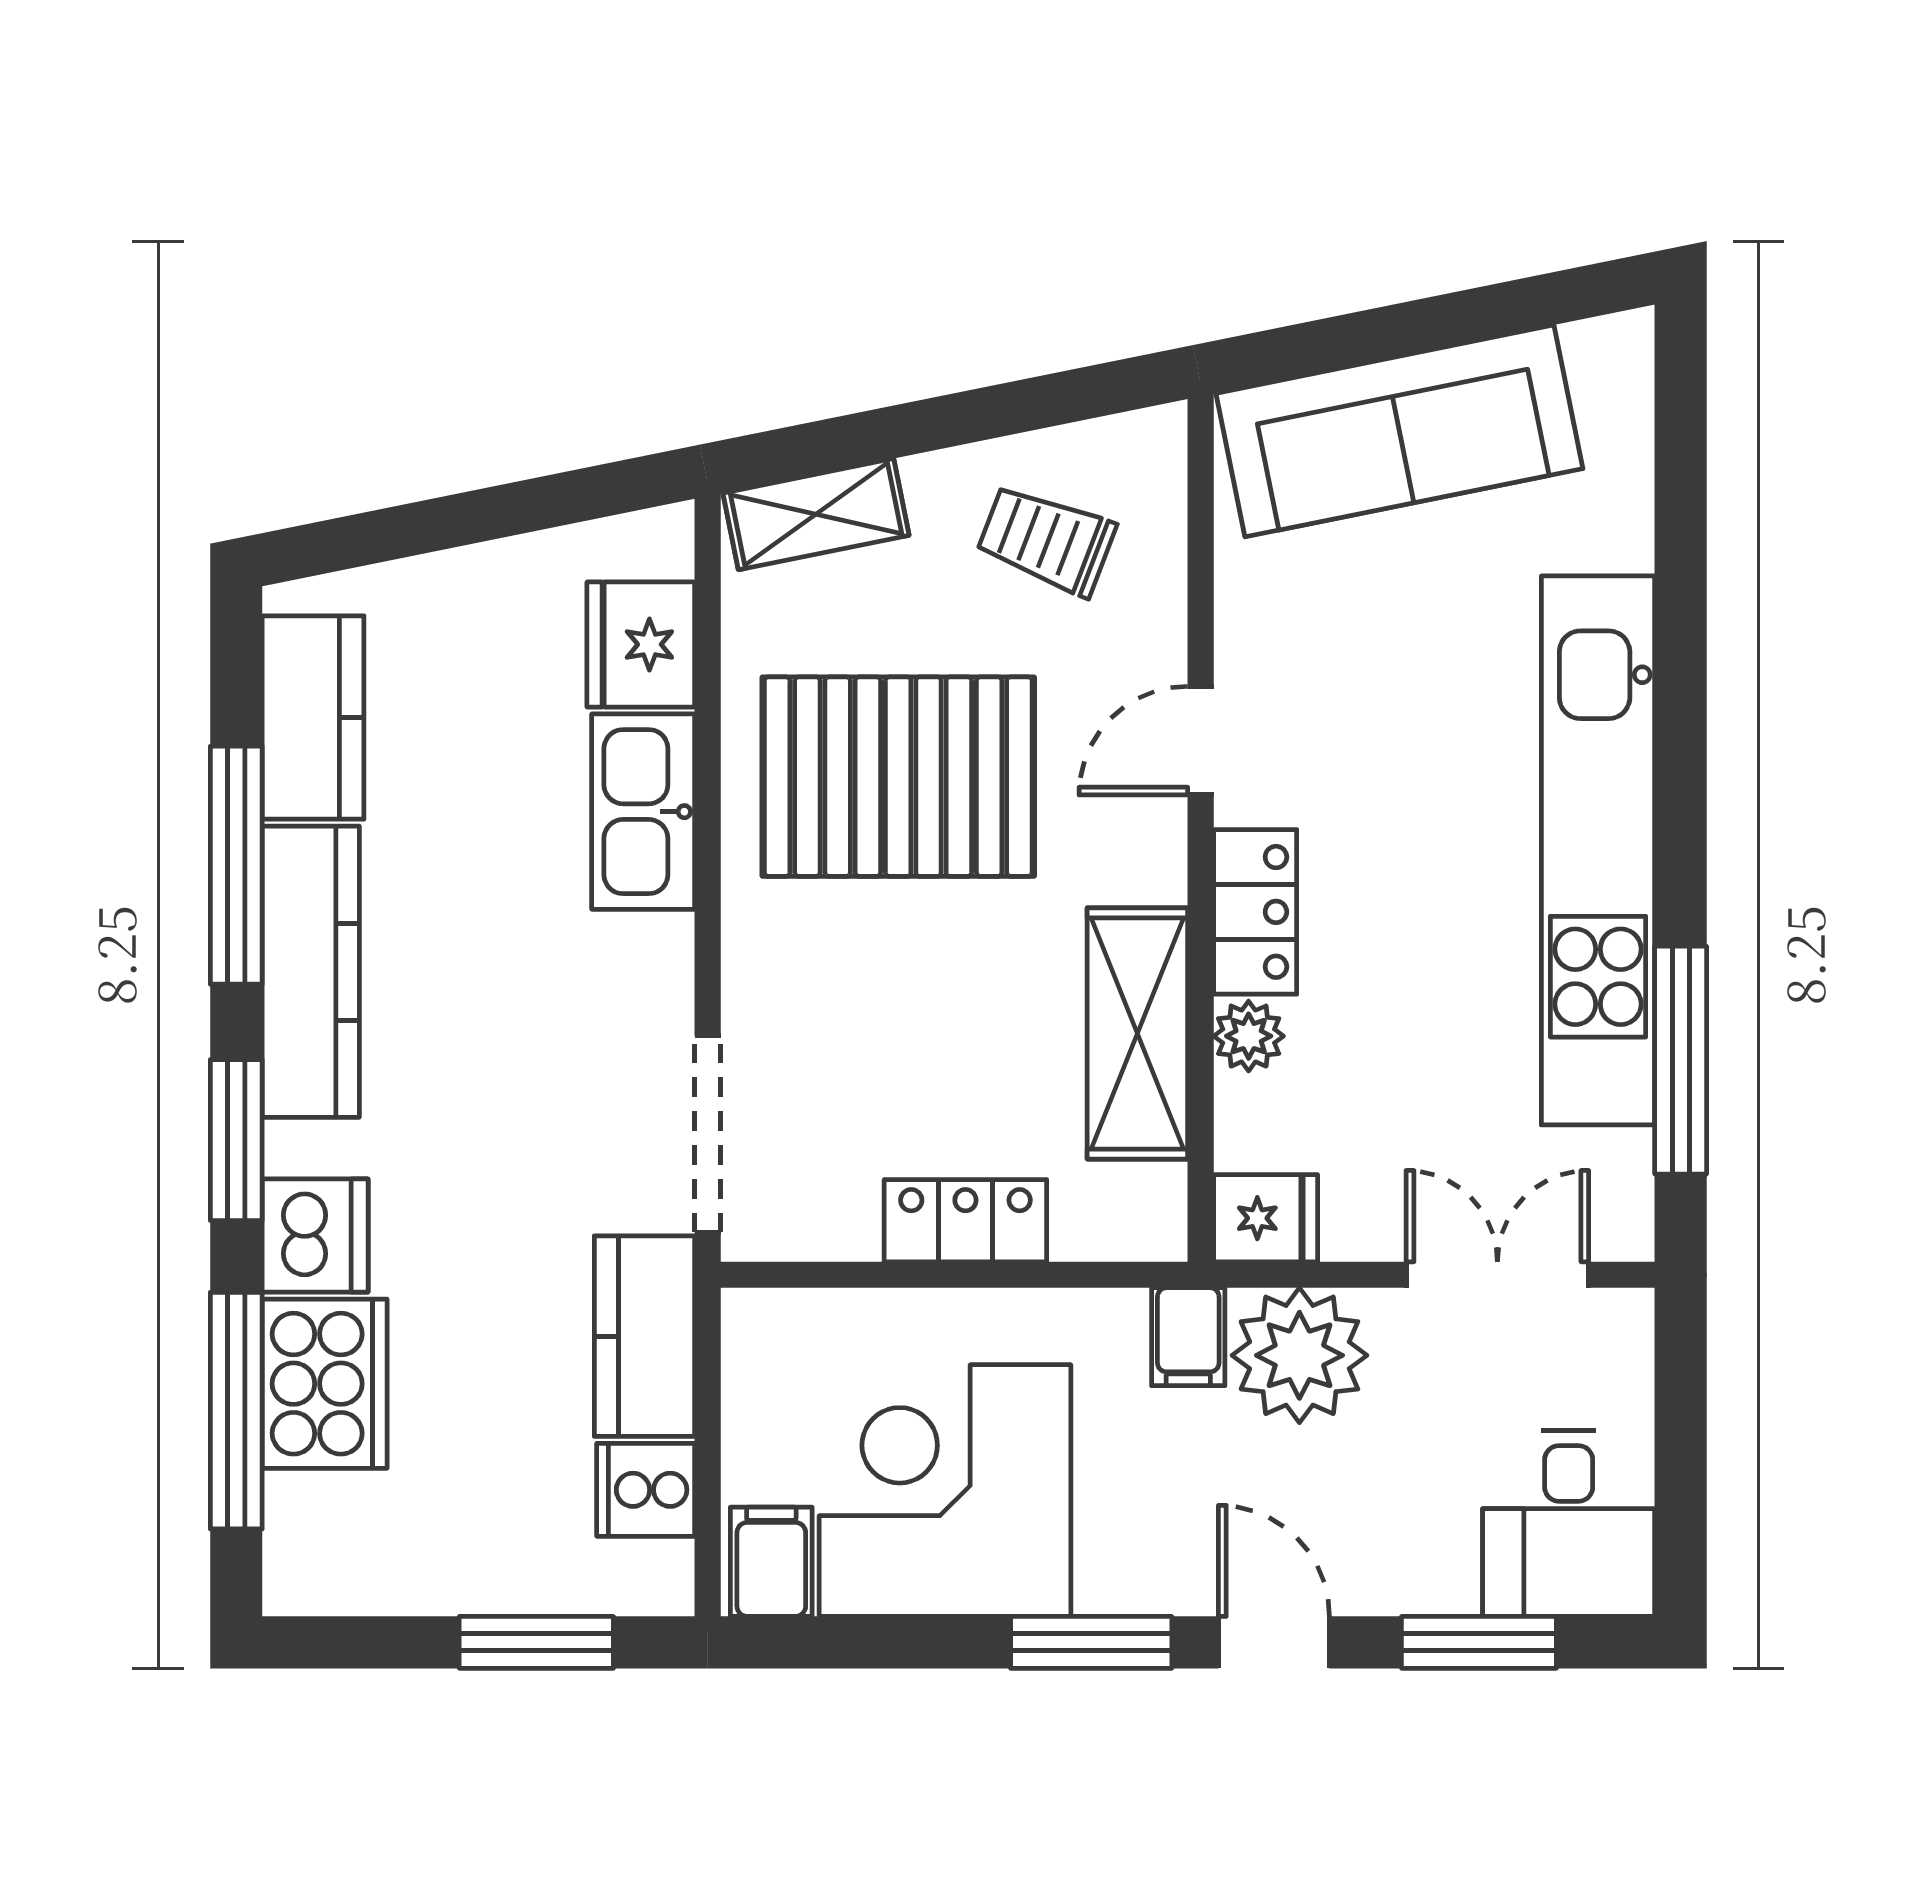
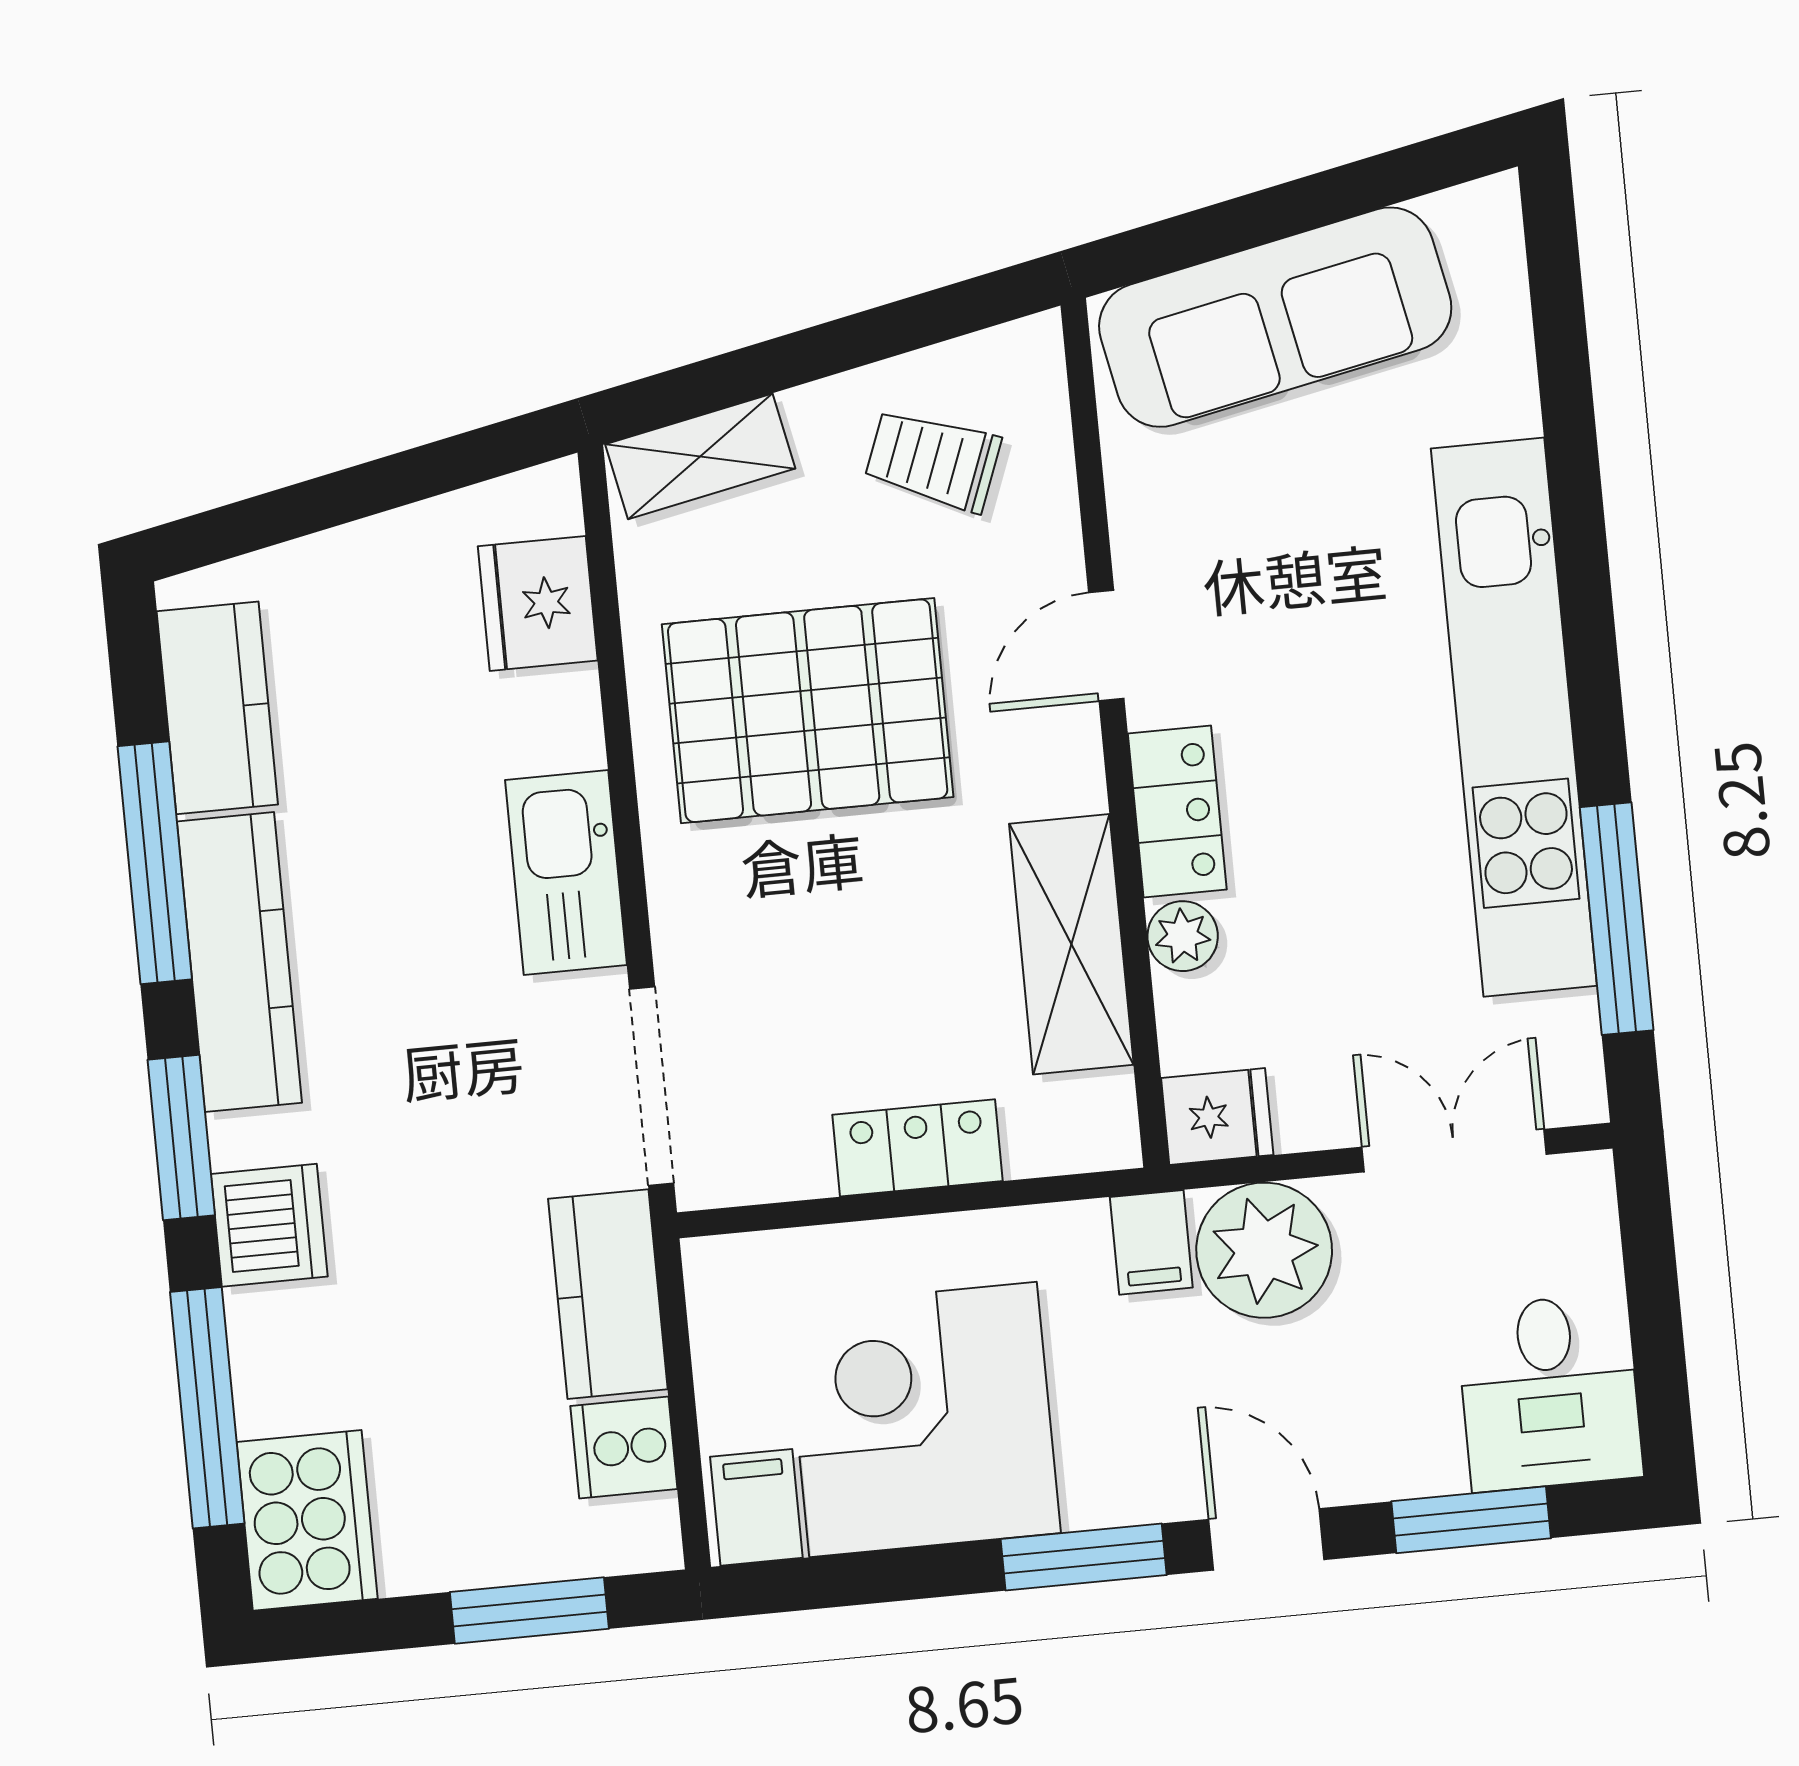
kitchen sink: (643, 812) -> (566, 872), moved
cooker: (325, 1384) -> (307, 1520), moved

